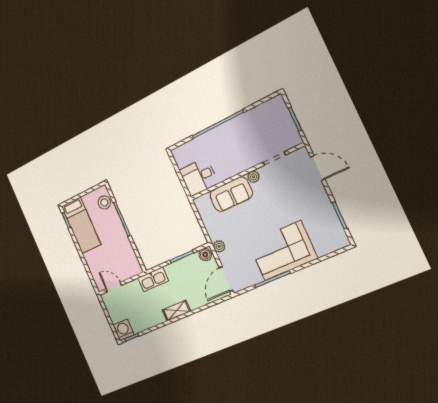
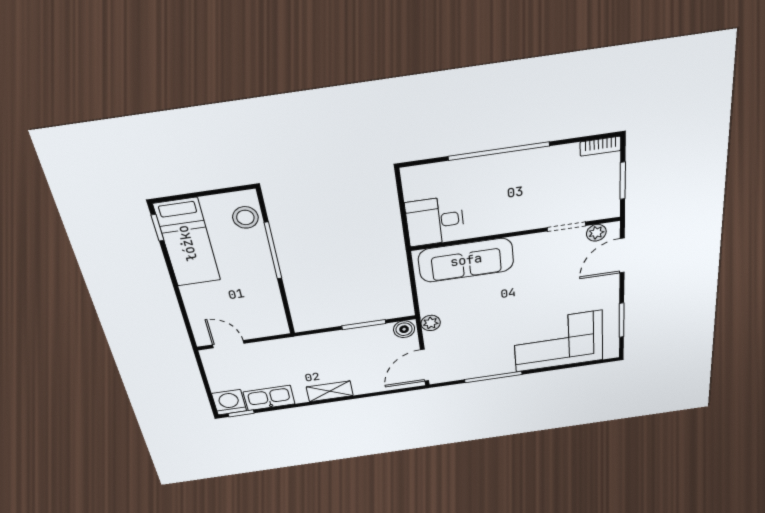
bookcase: (272, 103) -> (600, 146), added
door: (318, 168) -> (622, 256), swing flipped
plant: (253, 177) -> (596, 233), moved
sofa: (231, 194) -> (466, 260), width x1.36
corner sofa: (283, 251) -> (558, 341), moved
kitchen sink: (153, 279) -> (269, 398), moved, turned 180

